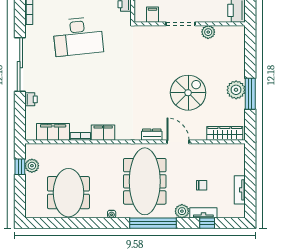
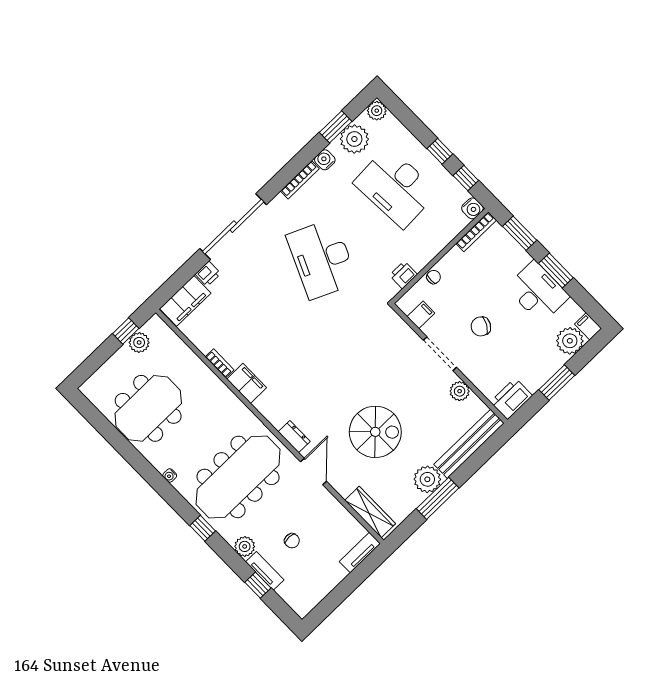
desk: (78, 36) -> (322, 259), turned 30
bench: (238, 52) -> (469, 444), added
filing cabinet: (53, 132) -> (185, 301), moved, turned 90
tv unit: (240, 190) -> (360, 553), moved
window: (153, 223) -> (203, 528), width x0.32

